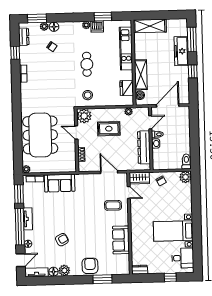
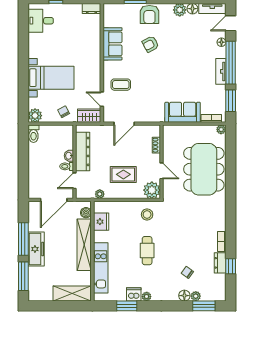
dresser: (24, 37) -> (220, 263), moved
freezer: (181, 51) -> (36, 249), moved
window: (193, 71) -> (23, 239), width x2.17
shelving: (141, 75) -> (84, 245), width x1.47
door: (109, 172) -> (124, 124), hinge flipped
bed with nightstands: (173, 231) -> (51, 78), moved
armchair: (62, 240) -> (150, 44), moved

